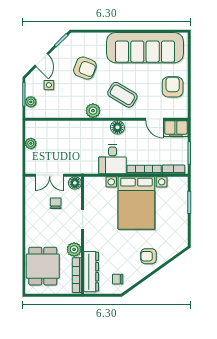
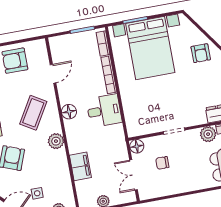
filing cabinet: (176, 129) -> (80, 166), moved
double door: (50, 175) -> (134, 175), swing flipped
bed with nightstands: (136, 203) -> (150, 48), moved, turned 90

